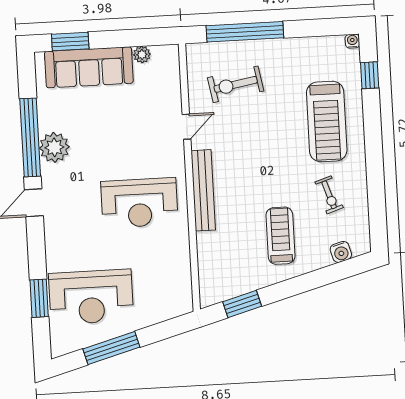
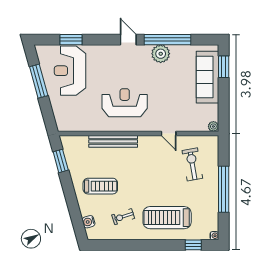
window: (245, 32) -> (224, 189), moved
plant: (142, 55) -> (213, 126), moved
bench: (203, 190) -> (113, 141), moved
reception desk: (139, 203) -> (125, 103), turned 90

